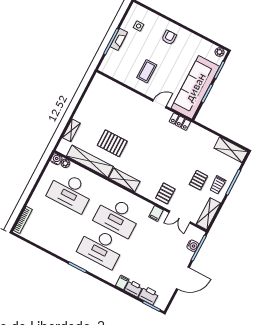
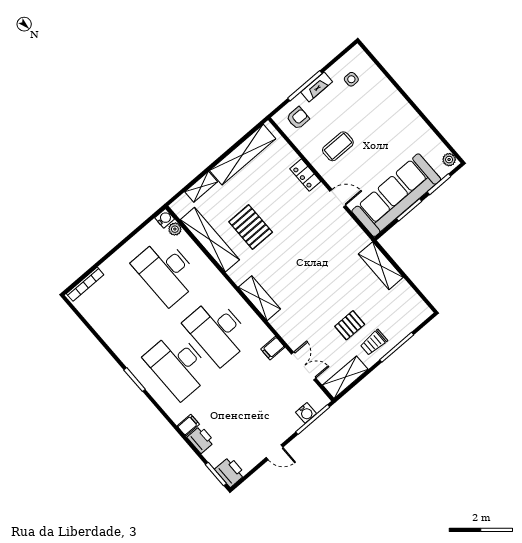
armchair: (169, 37) -> (298, 118), moved
shelving: (89, 100) -> (243, 155), added
locker: (180, 122) -> (305, 175), moved
shelving: (231, 150) -> (381, 266), moved
shelving: (124, 180) -> (259, 298), moved
pallet: (165, 193) -> (297, 326), removed
double door: (180, 217) -> (304, 366), swing flipped
door: (183, 278) -> (275, 452), width x0.53
printer: (149, 295) -> (230, 472), moved

